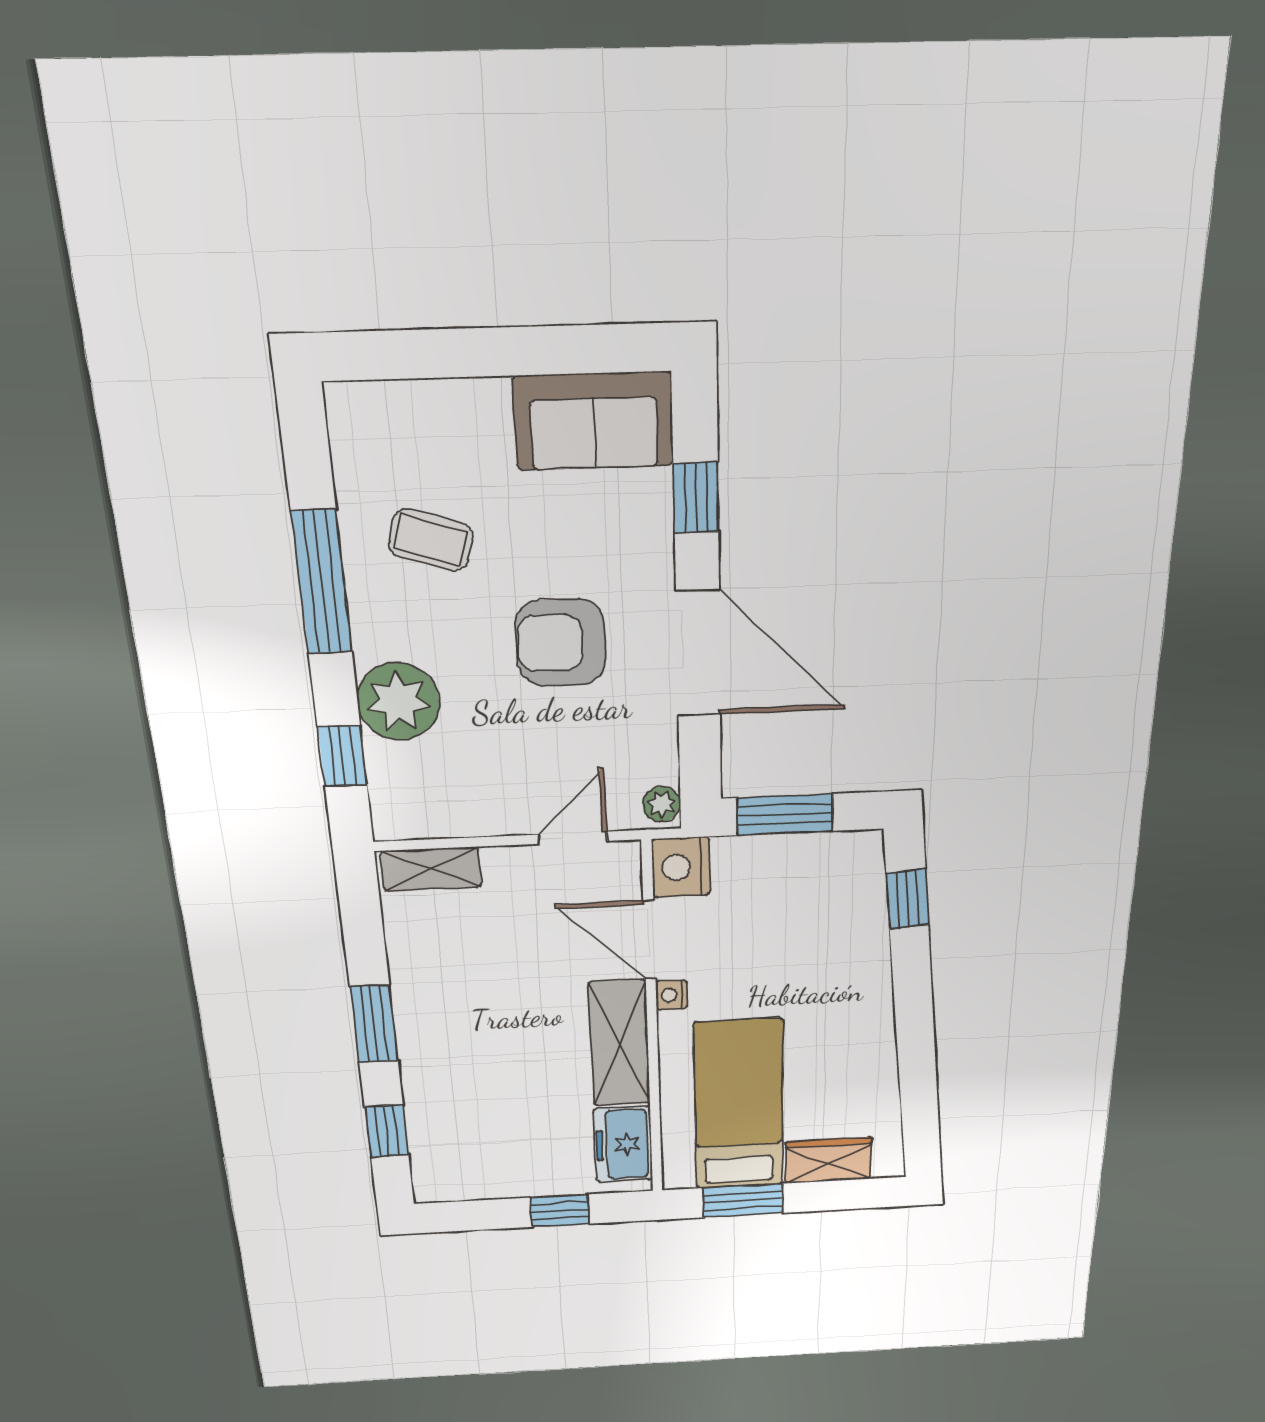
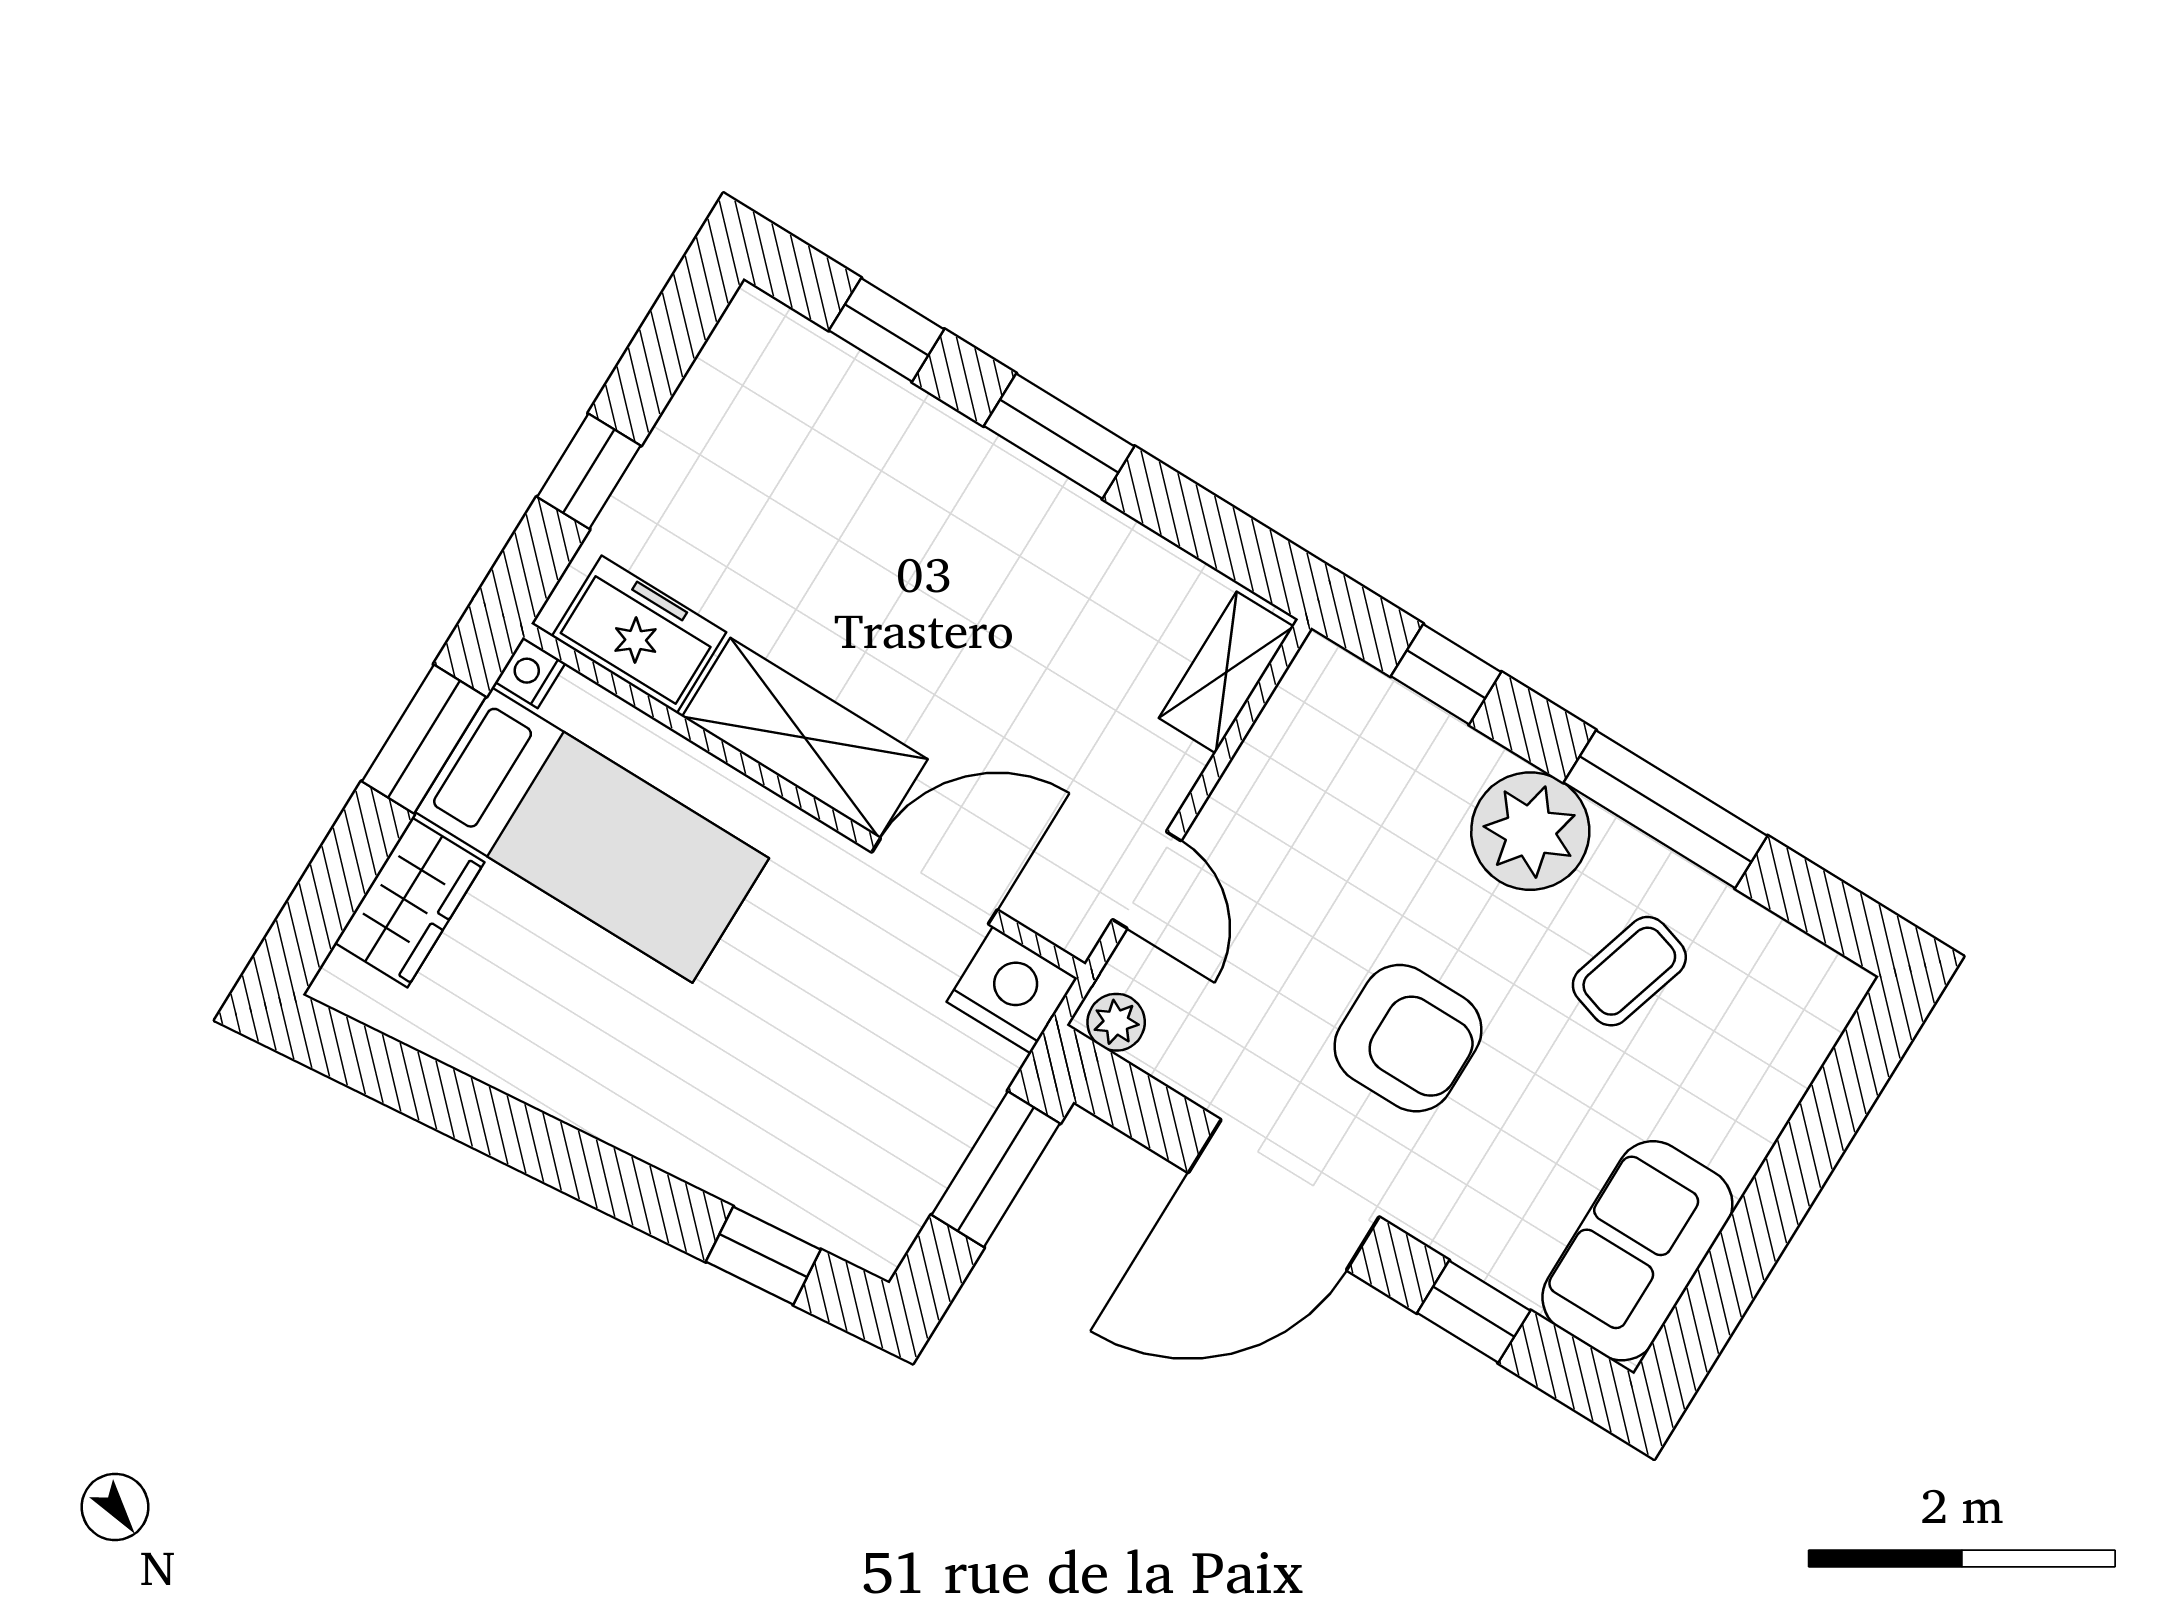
armchair: (561, 643) -> (1408, 1038), turned 90
plant: (398, 702) -> (1530, 831), moved
nightstand: (672, 995) -> (530, 673), moved, turned -90

